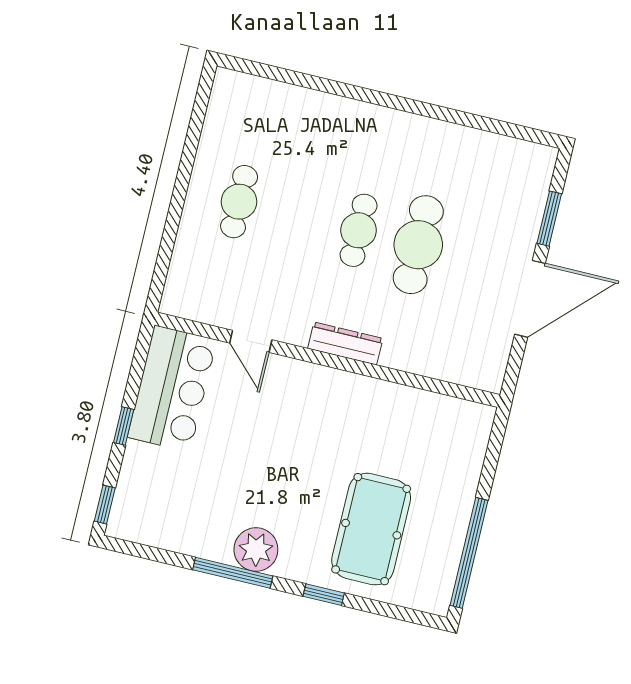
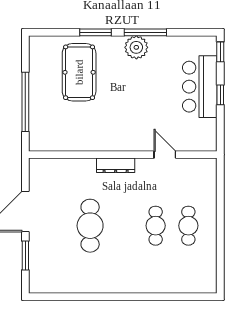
cafe table: (359, 230) -> (156, 226), moved
bar counter: (172, 389) -> (200, 87), moved
window: (469, 553) -> (25, 102), moved
window: (324, 595) -> (96, 32), width x1.50

